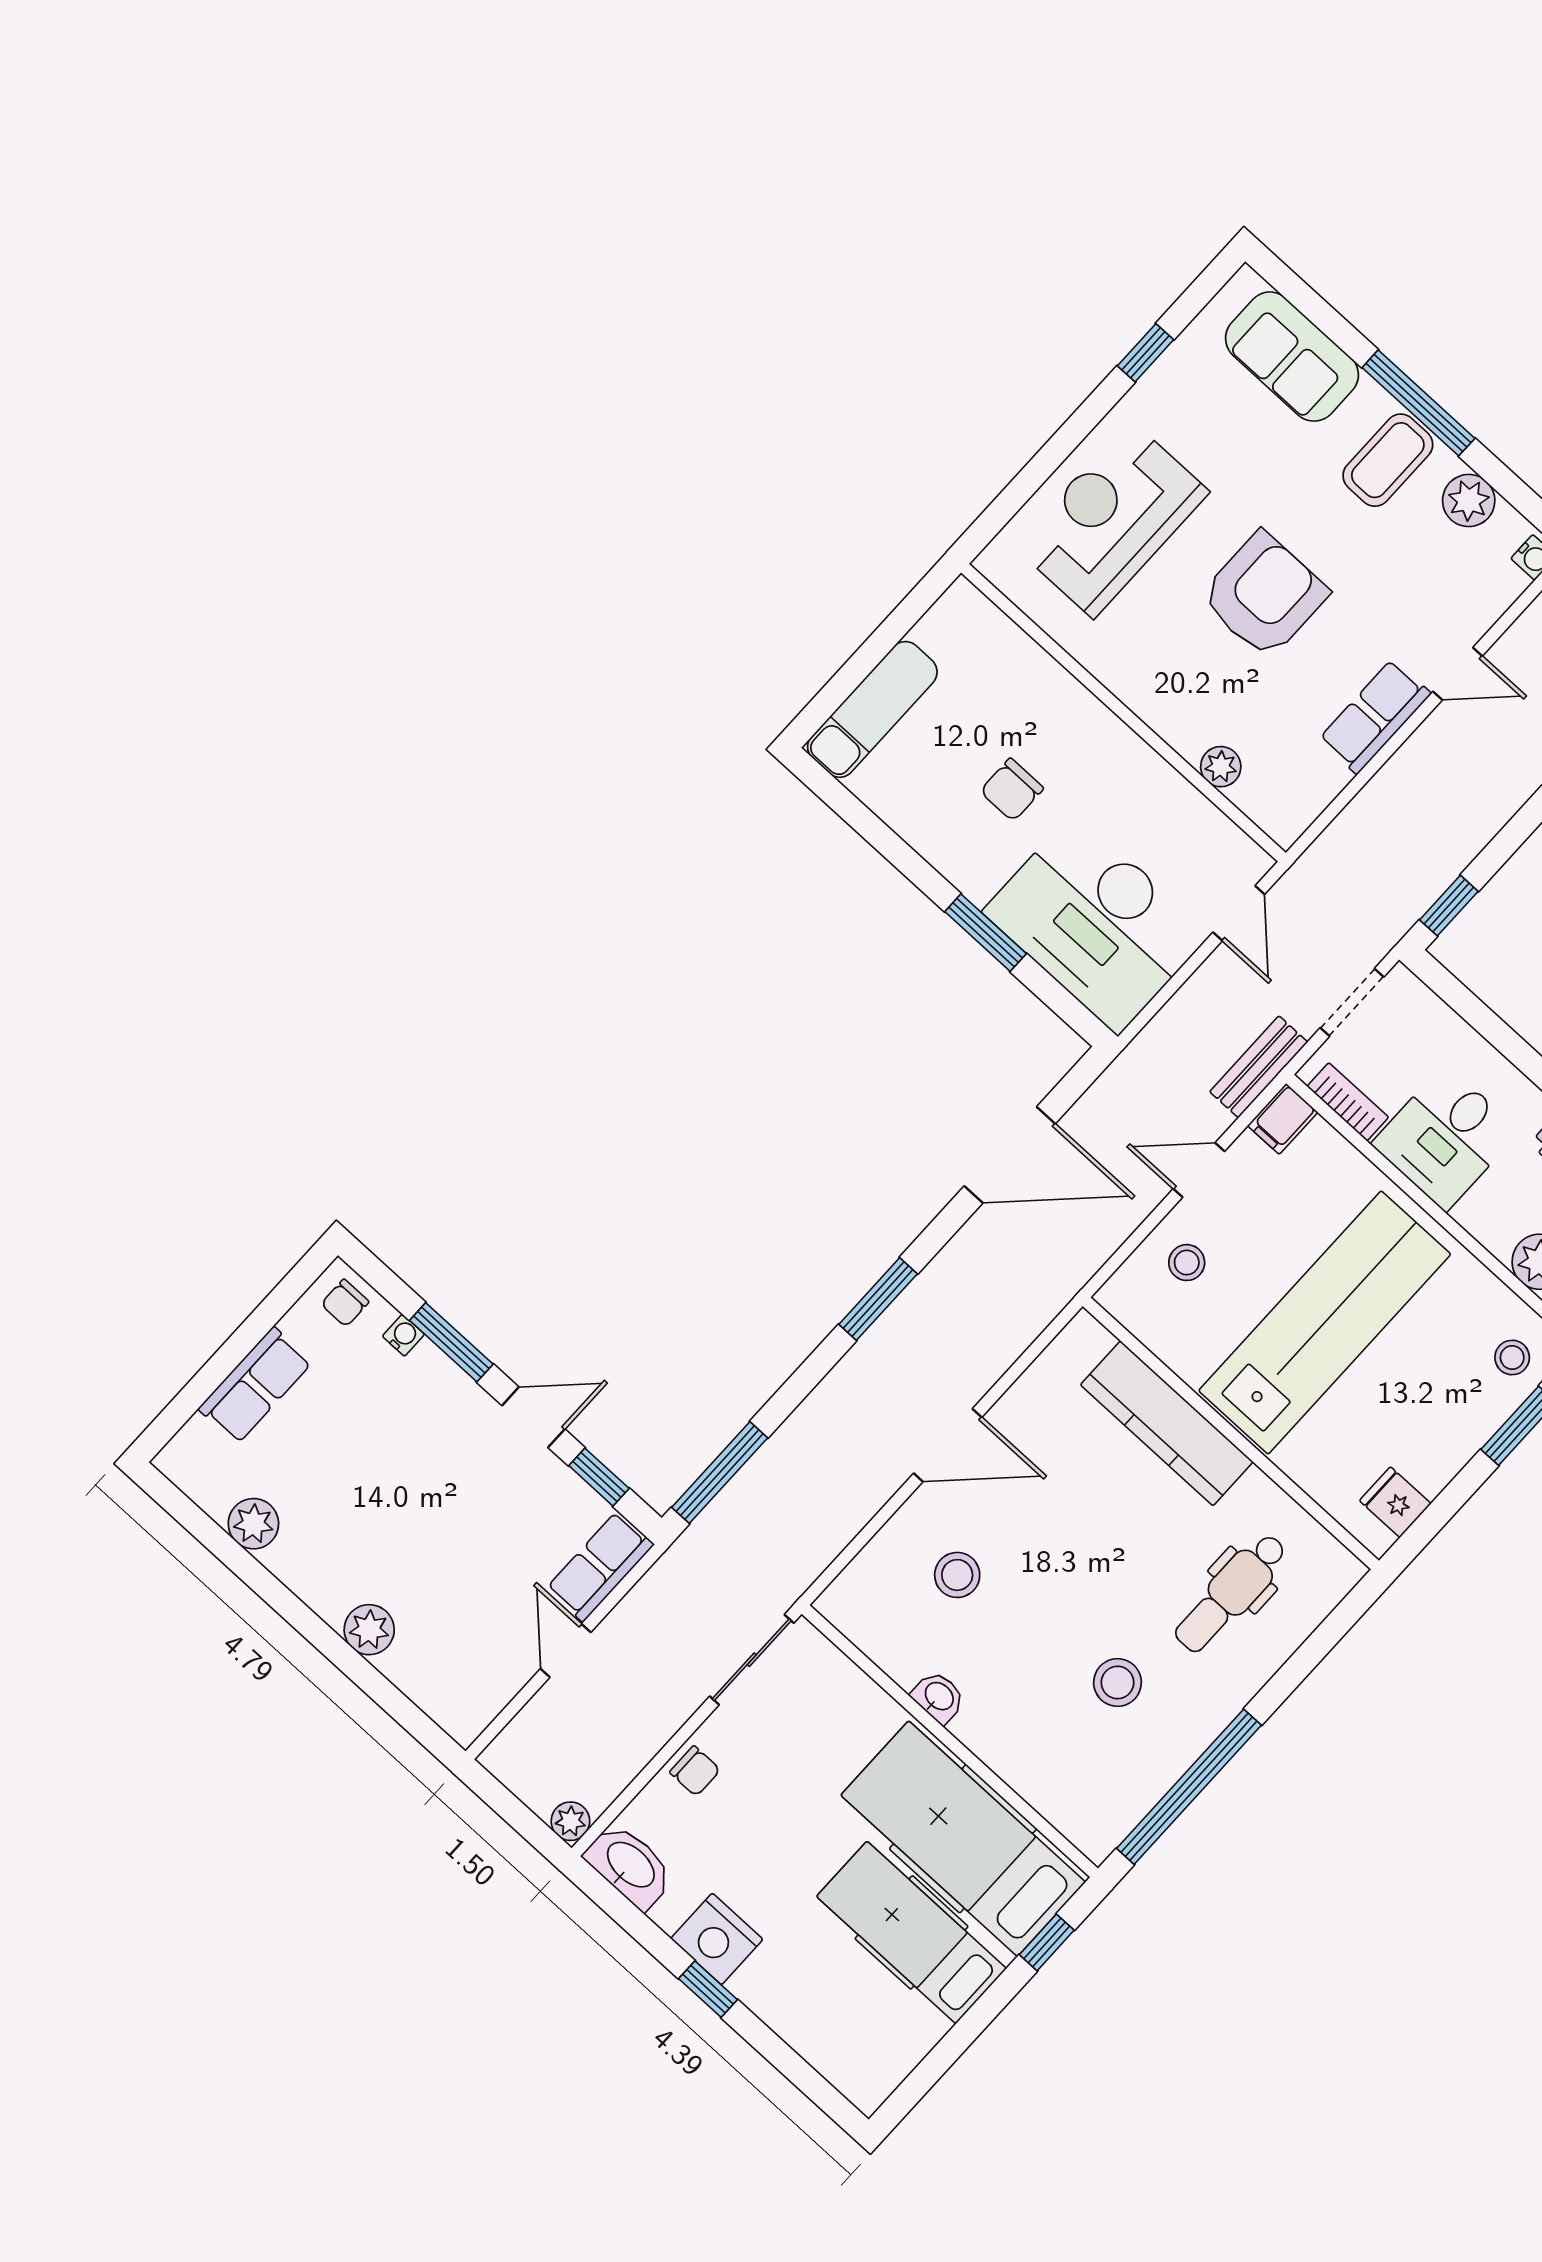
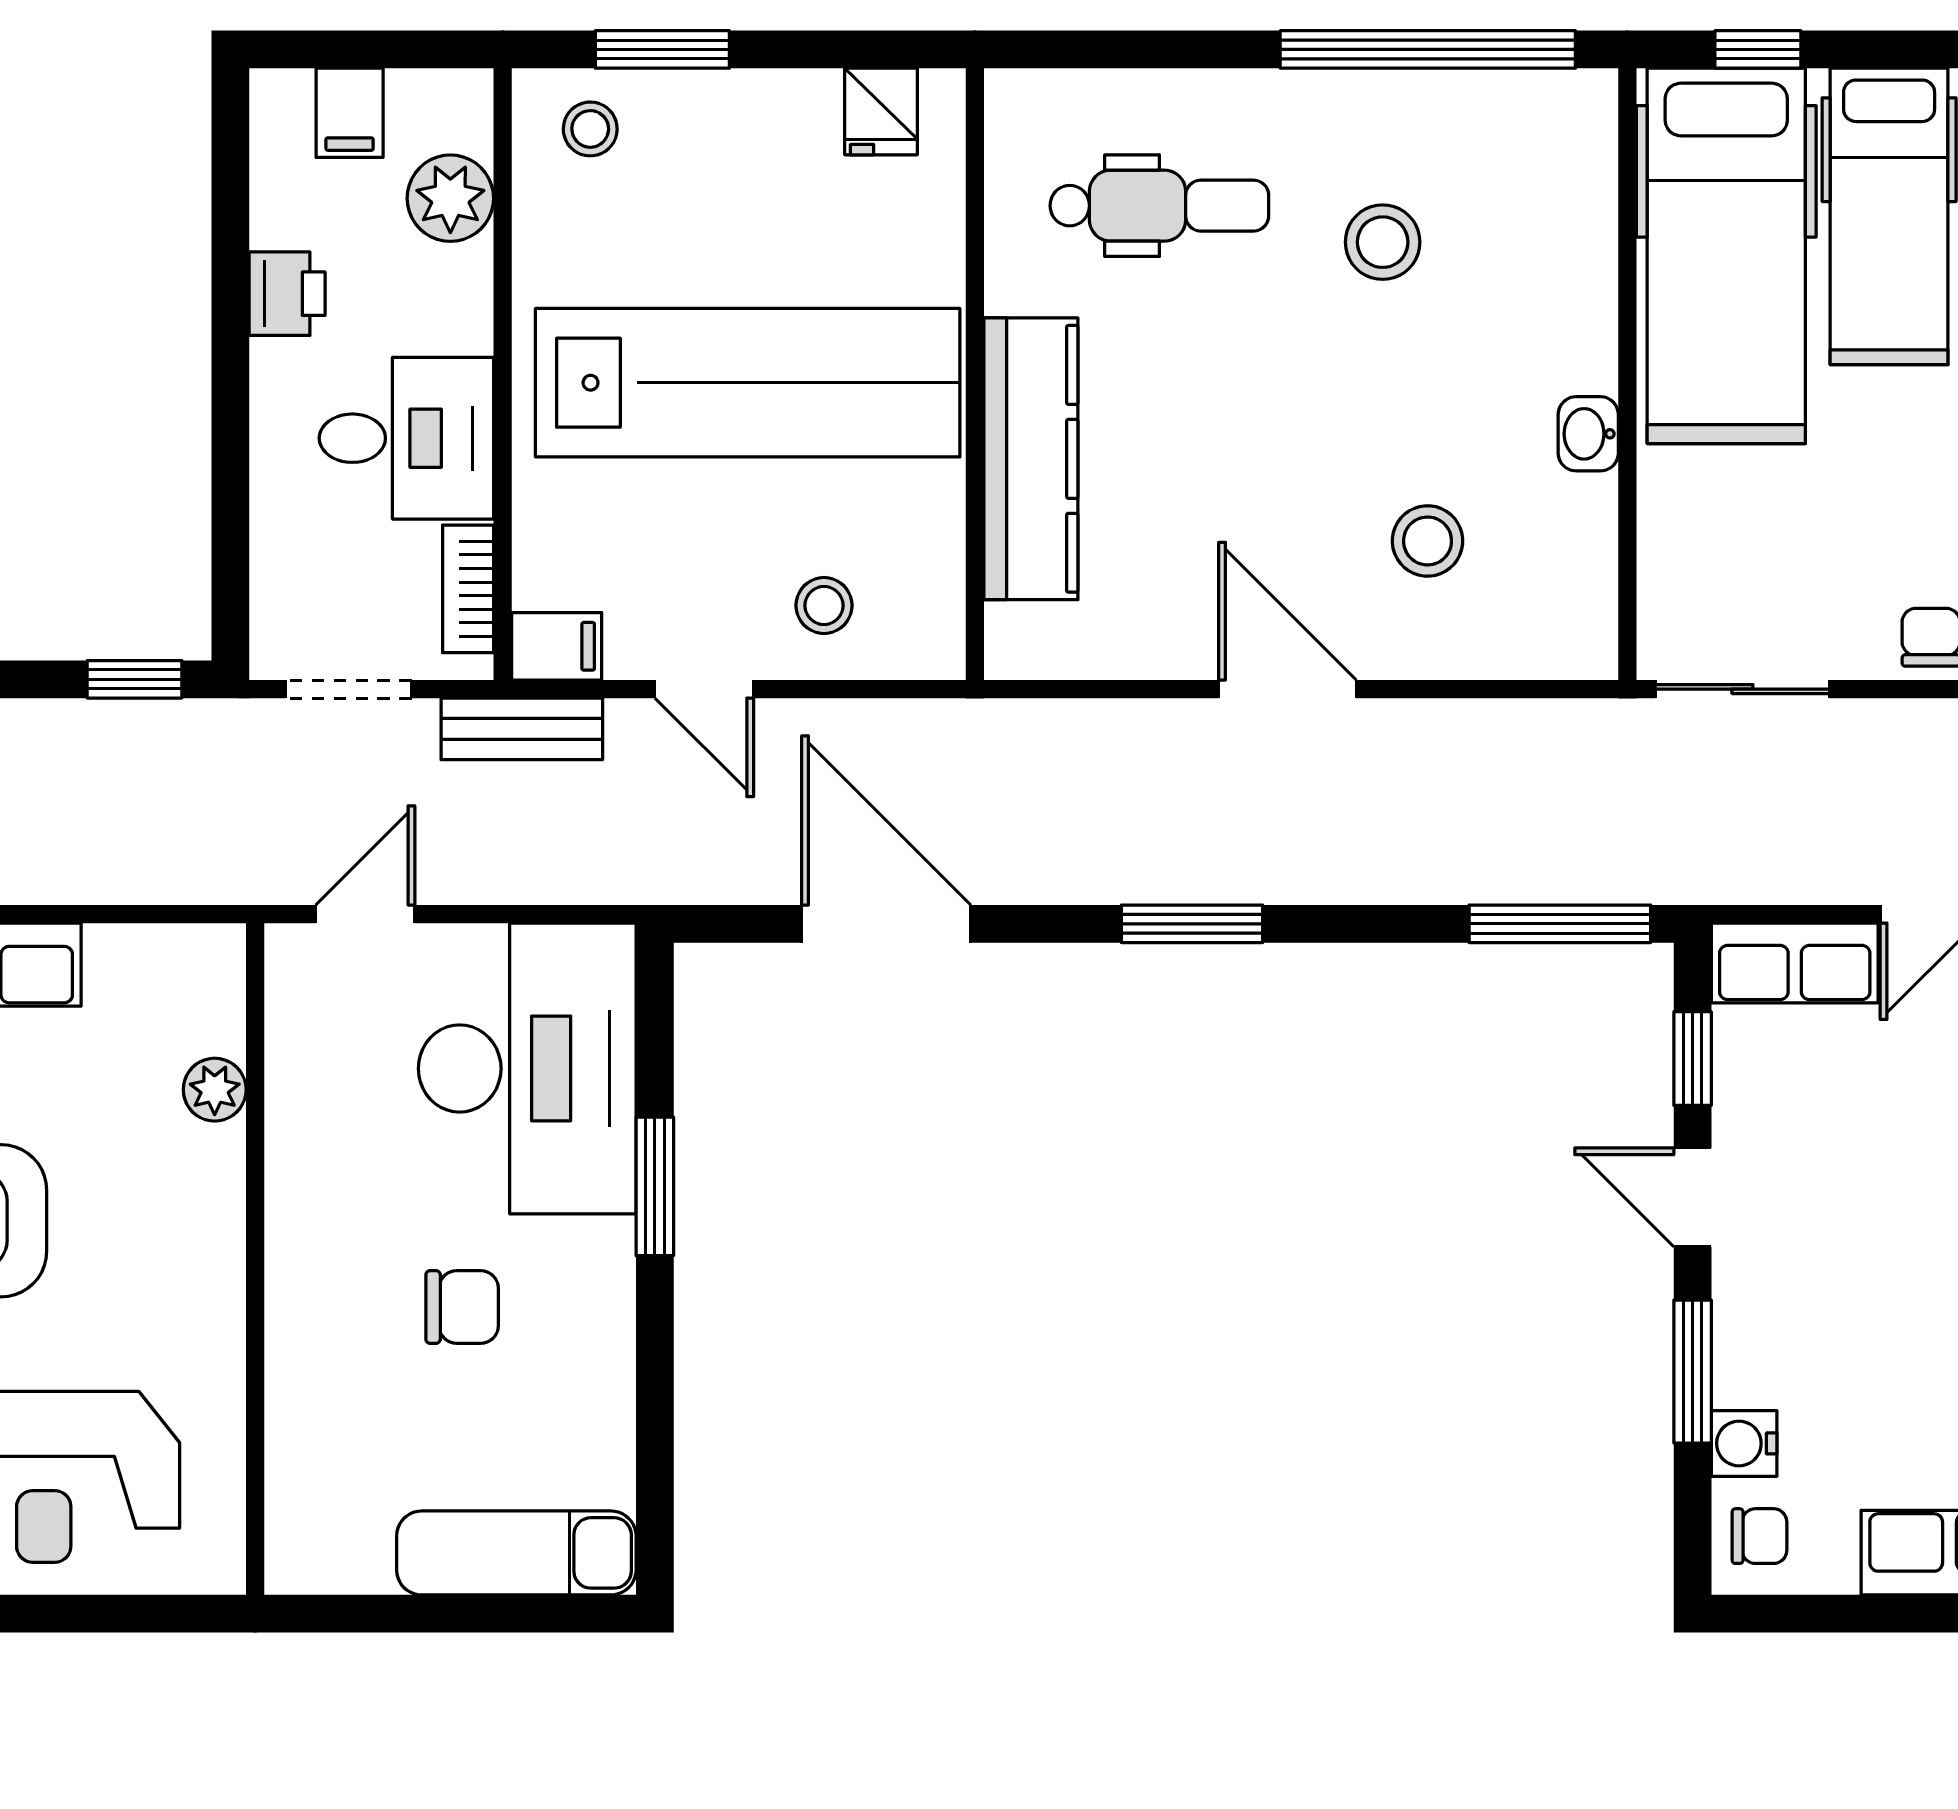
lab bench: (1325, 1322) -> (748, 383), turned 180
water cooler: (403, 1335) -> (1744, 1443), width x1.38, depth x1.38

